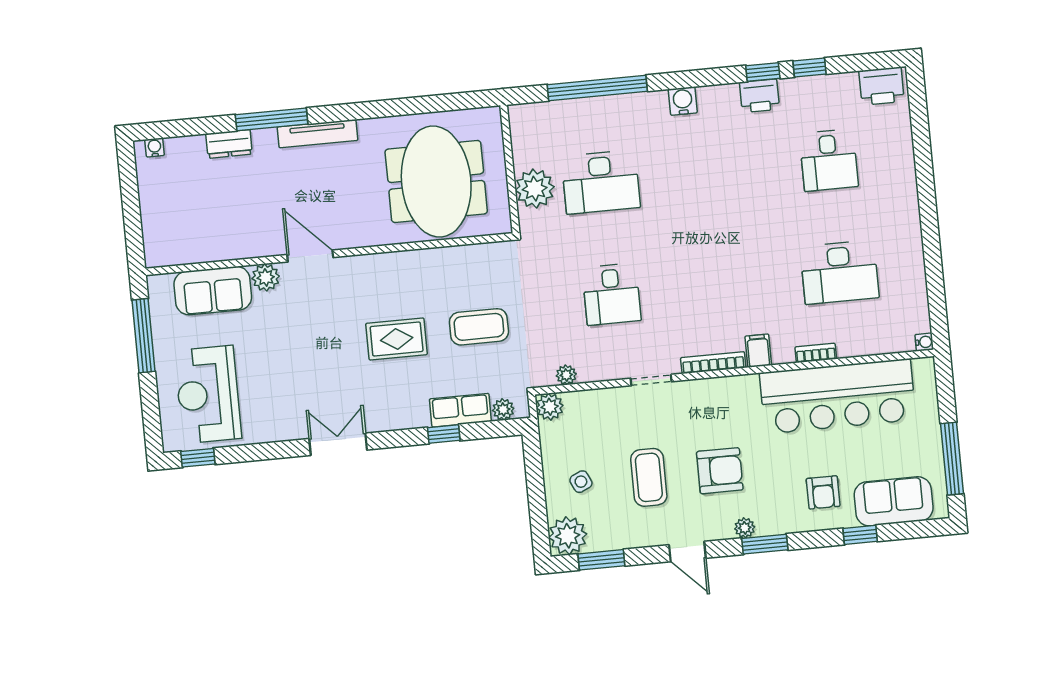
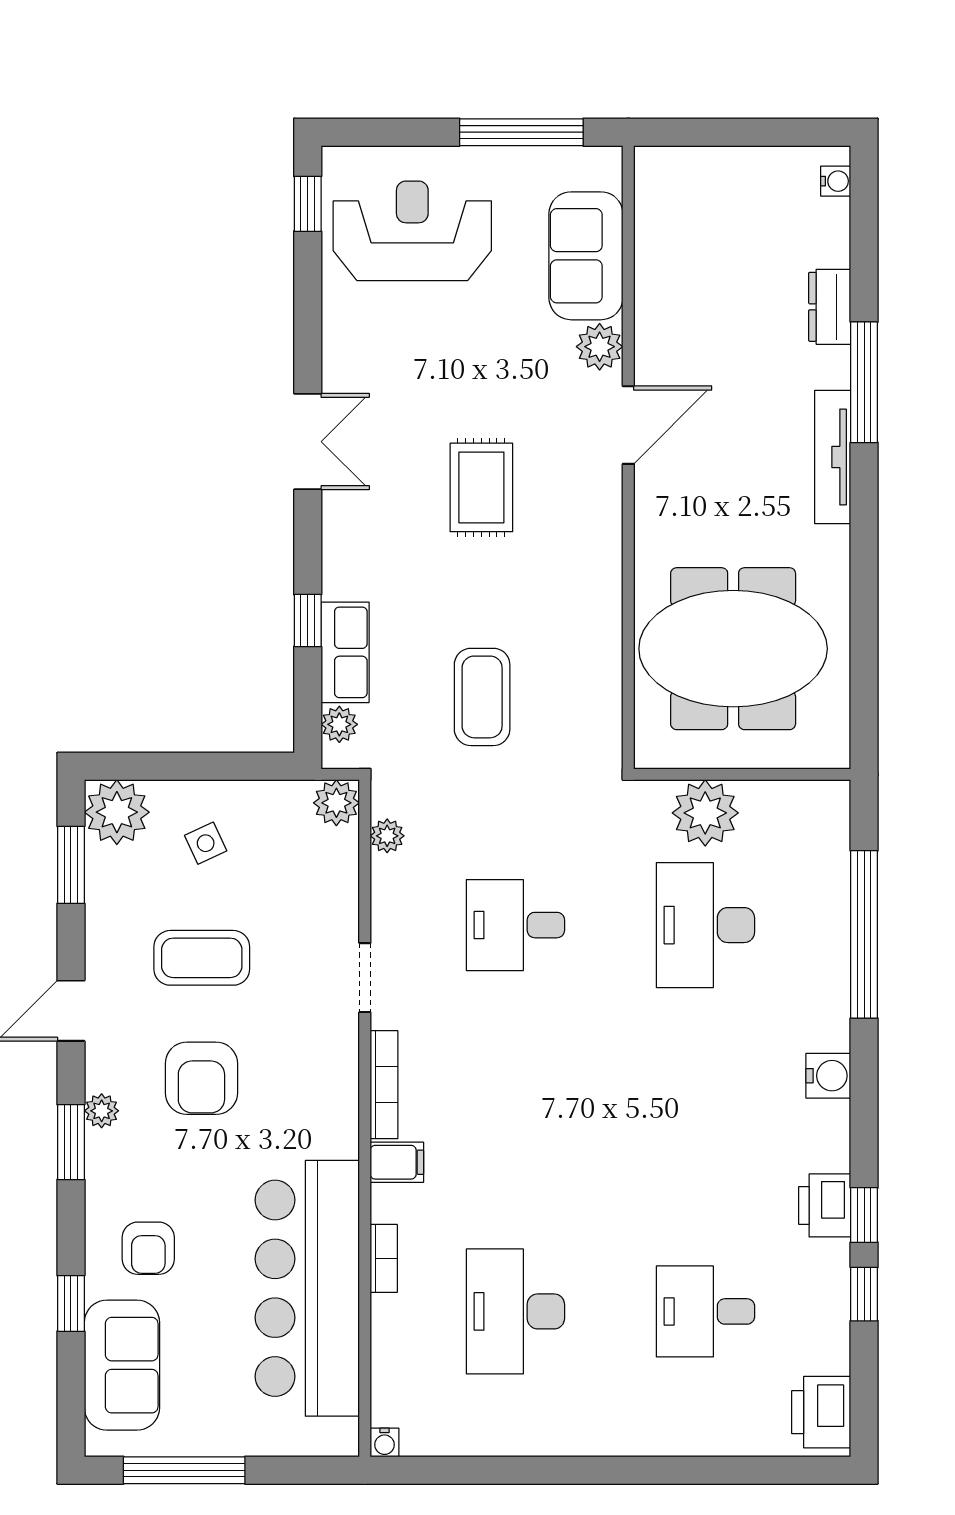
rug: (397, 339) -> (481, 487), moved
armchair: (823, 492) -> (148, 1248), turned -90

